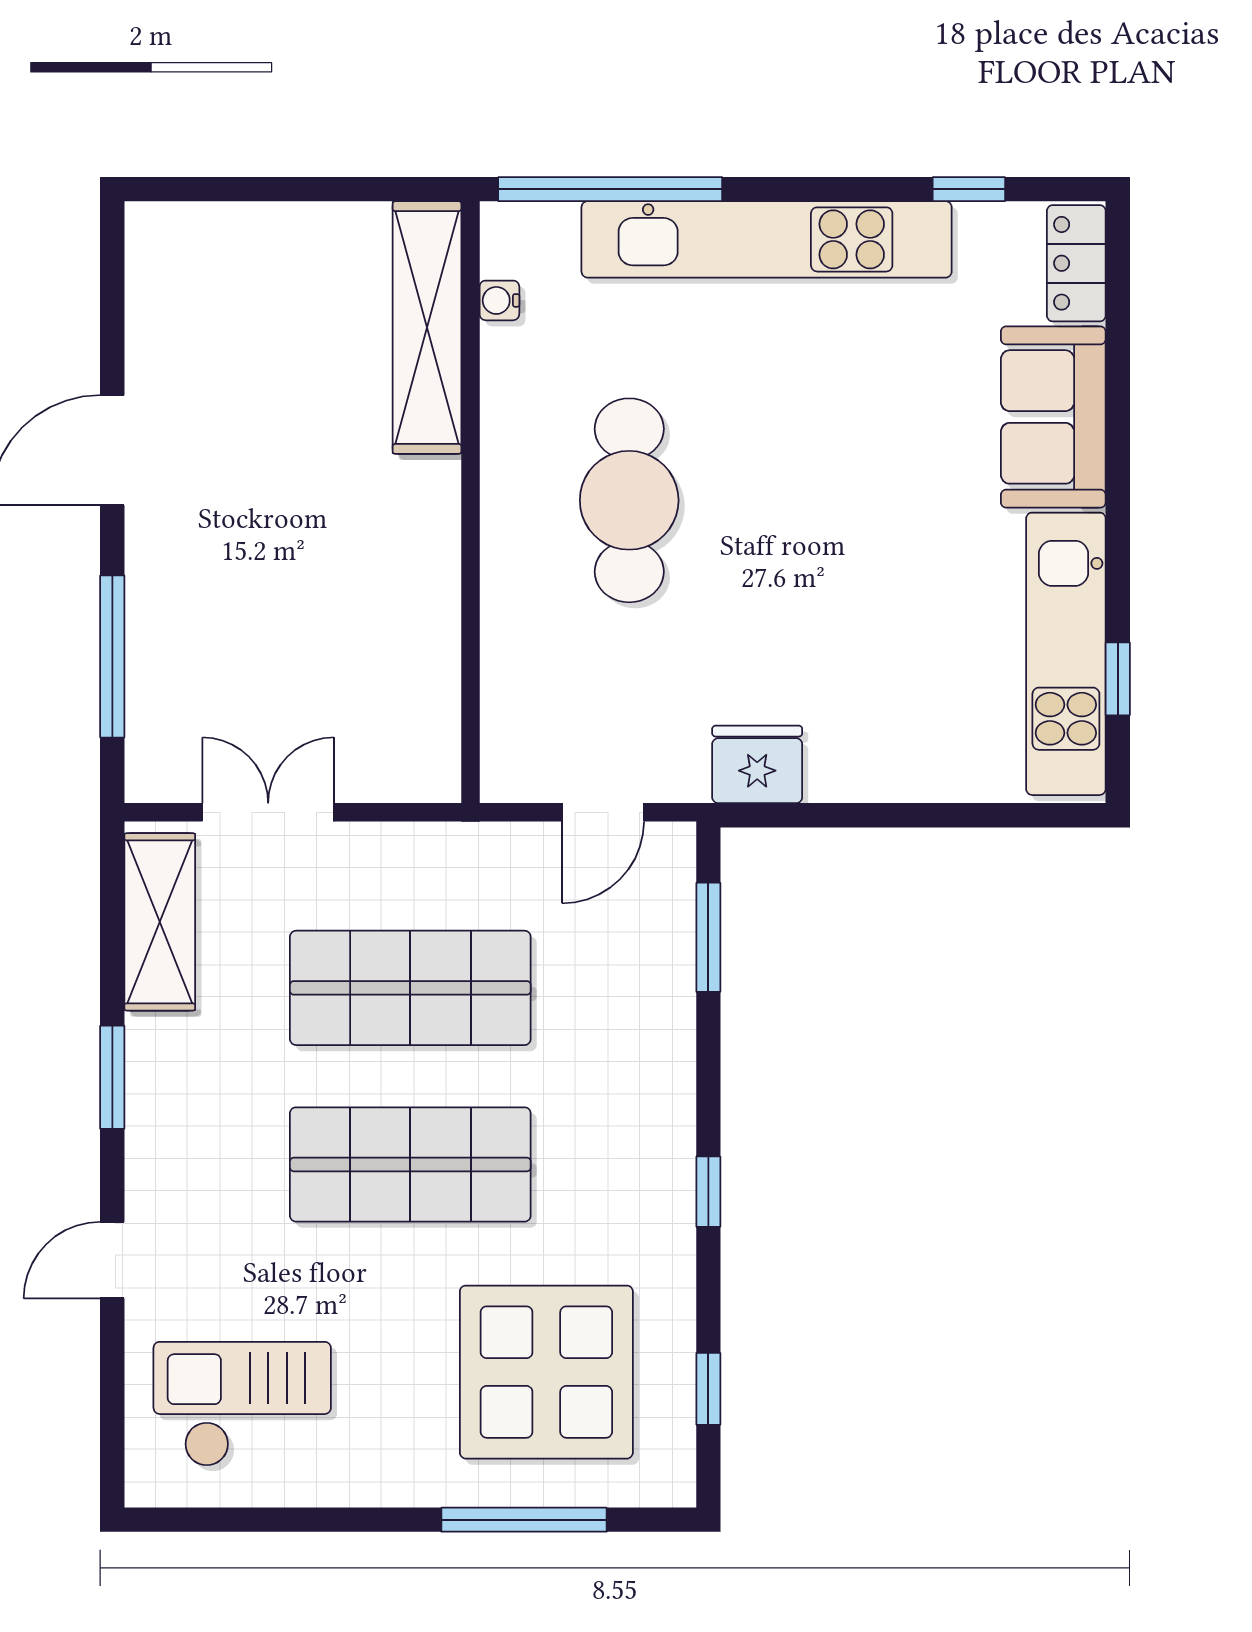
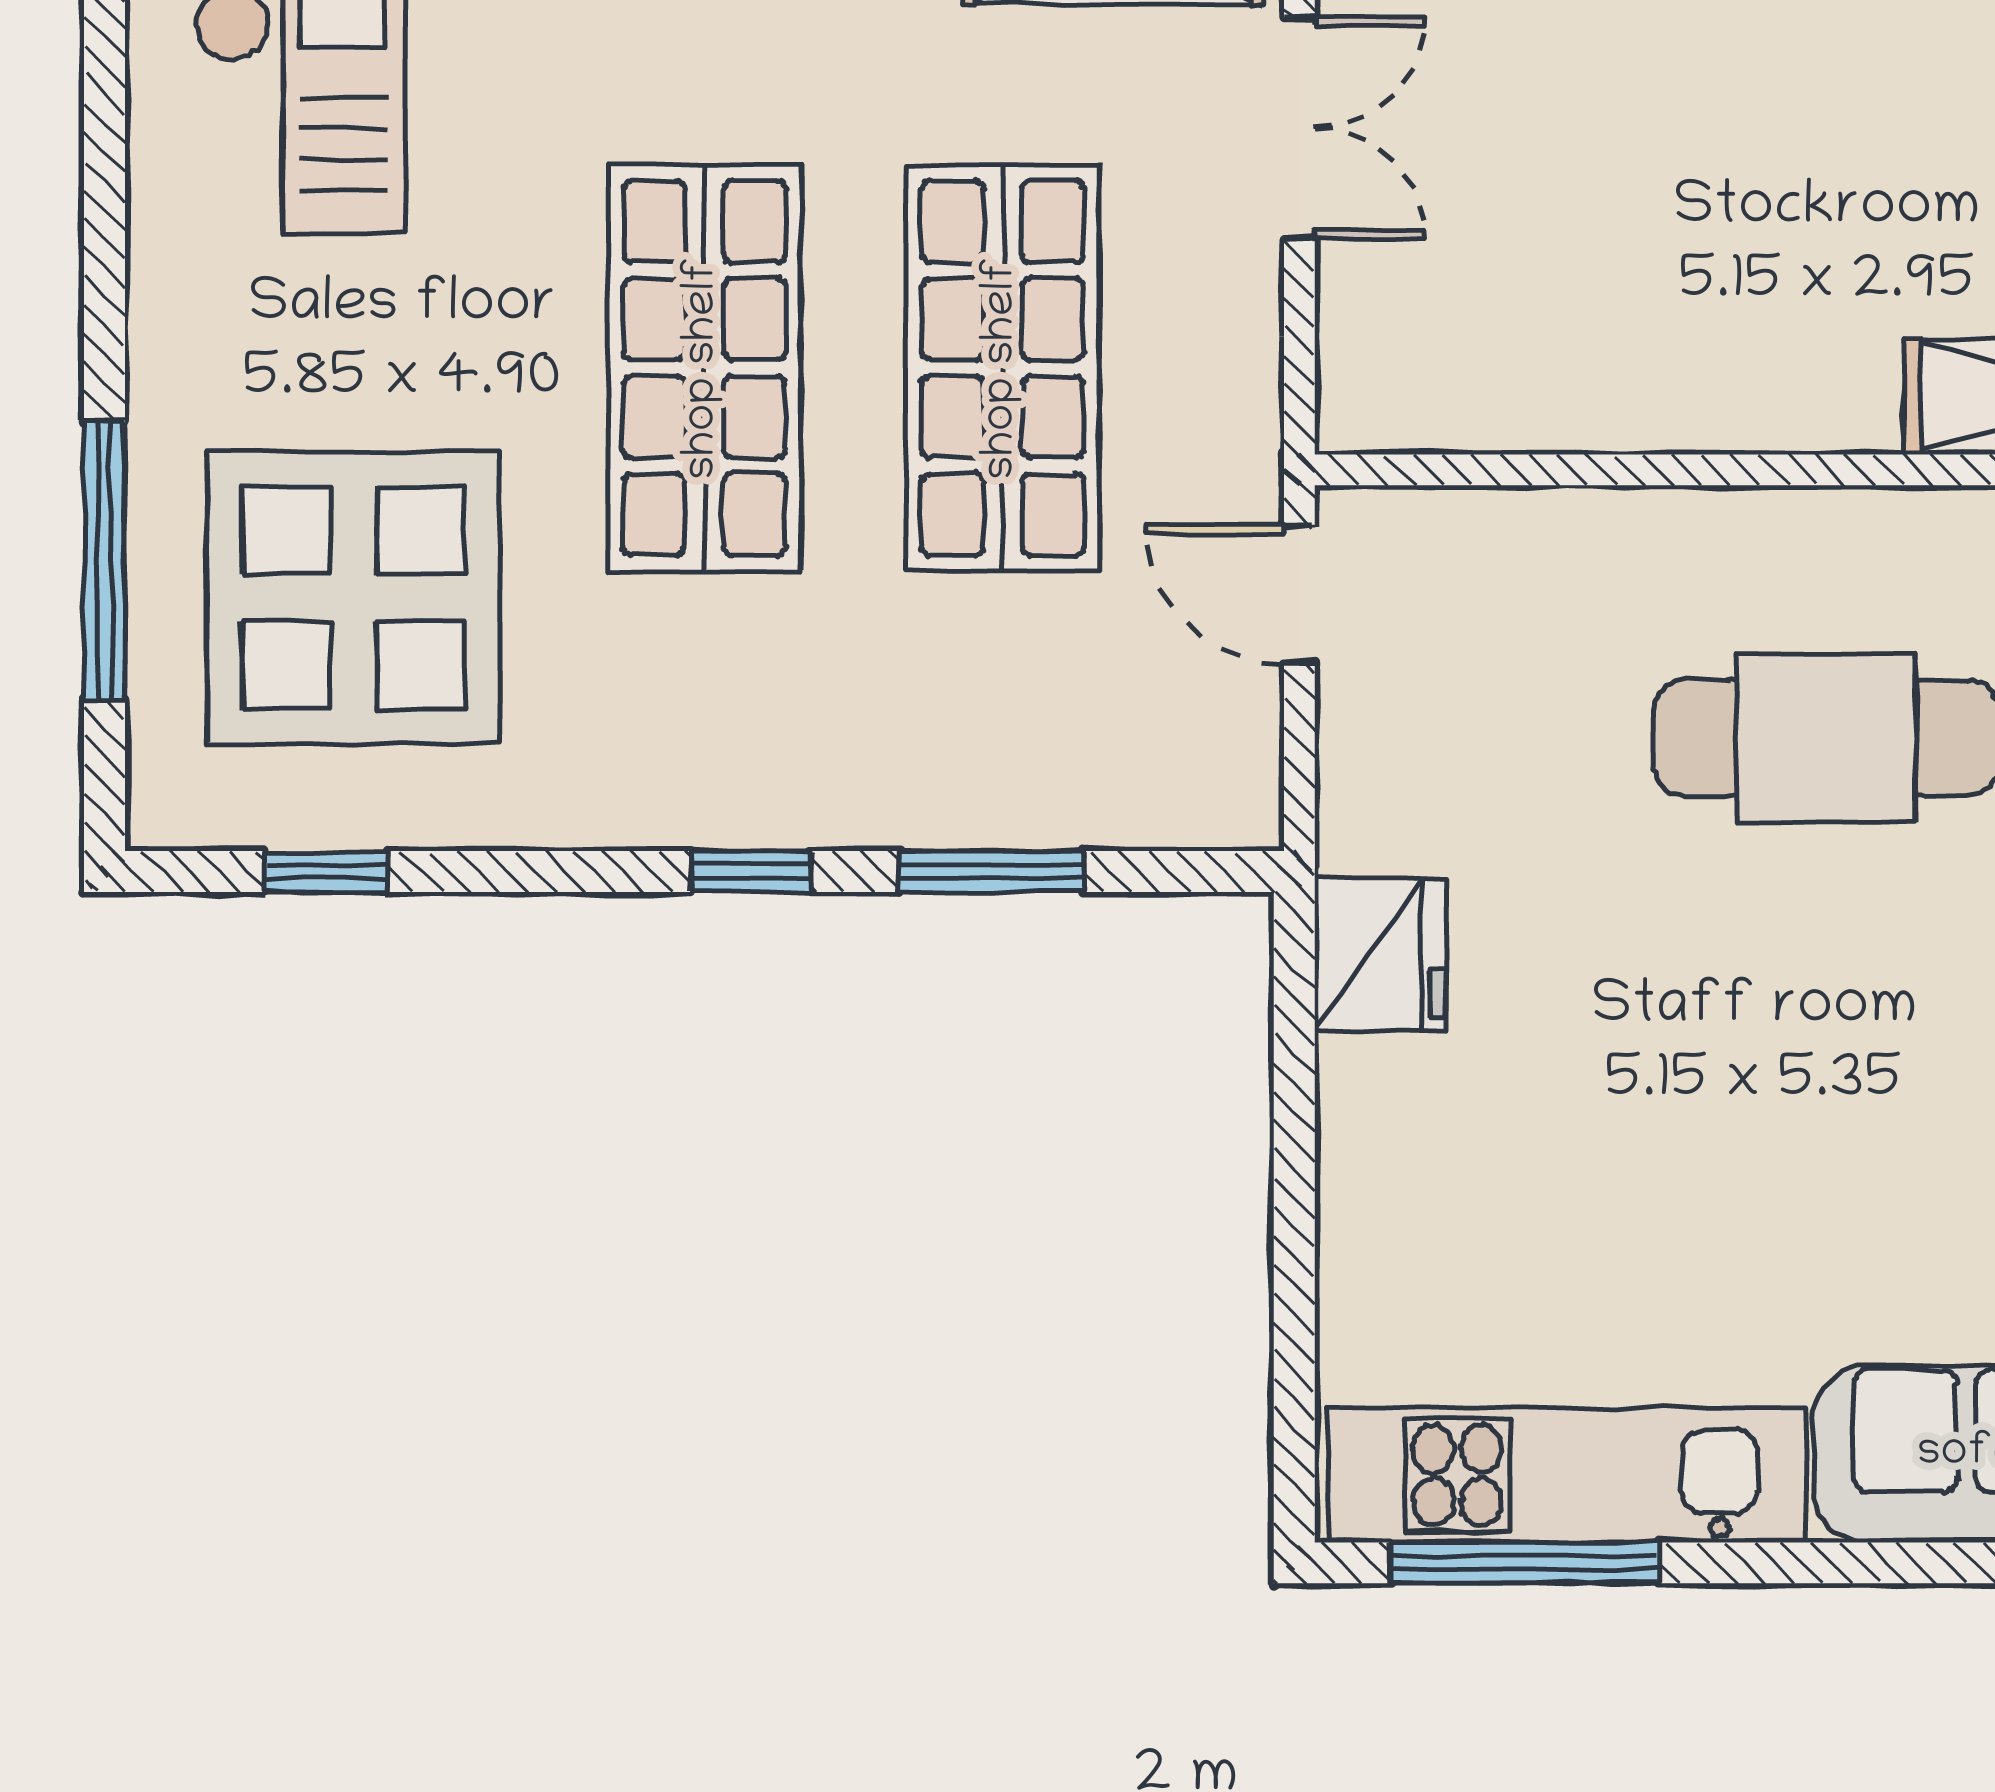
window: (1118, 679) -> (1525, 1563), width x2.17
door: (603, 812) -> (1299, 594), moved
window: (708, 937) -> (992, 871), moved
window: (708, 1192) -> (751, 871), moved

